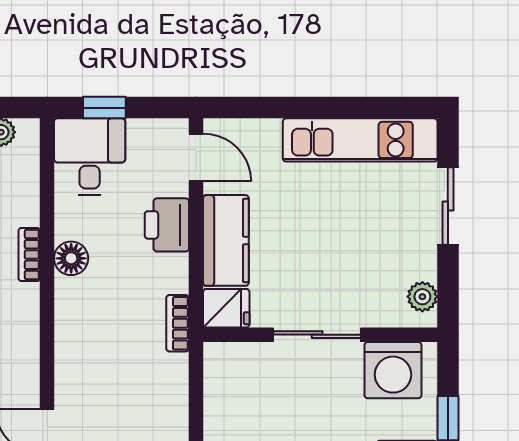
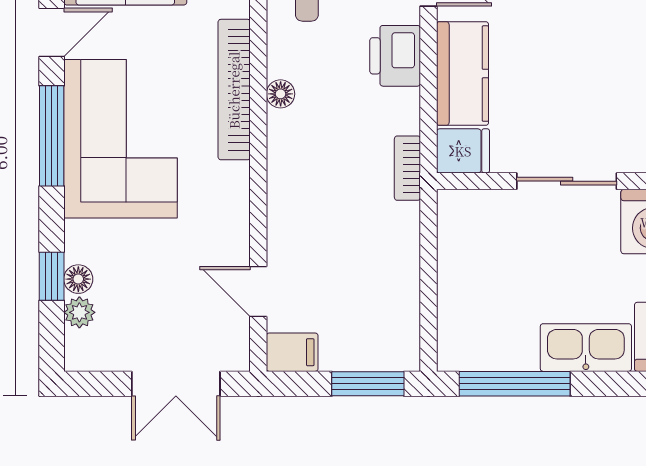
bookcase: (29, 255) -> (234, 90), width x2.31, depth x1.31
floor lamp: (71, 258) -> (281, 94), width x0.73, depth x0.73

